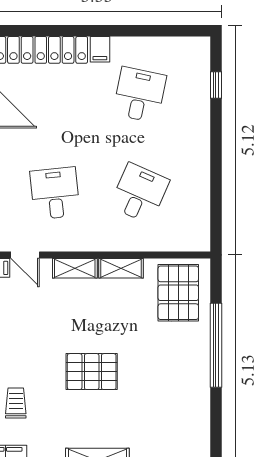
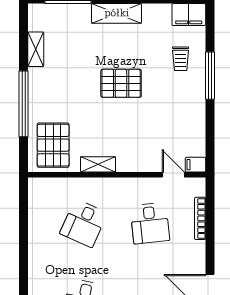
shelving: (75, 268) -> (36, 49), moved, turned 90

